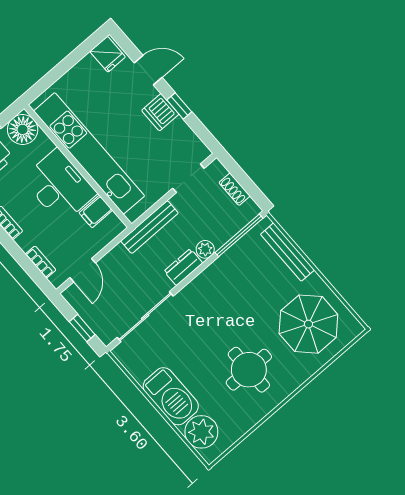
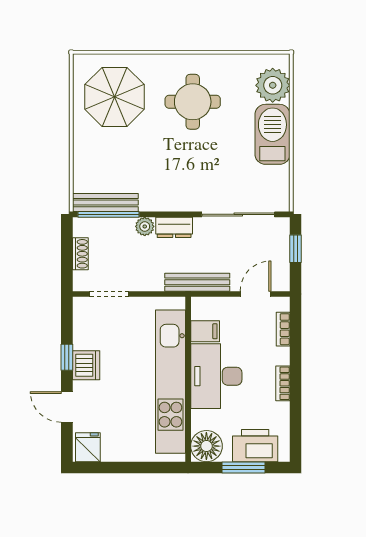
bench: (149, 227) -> (197, 282), moved
bench: (287, 252) -> (105, 203), moved, turned 90

